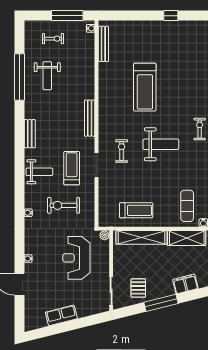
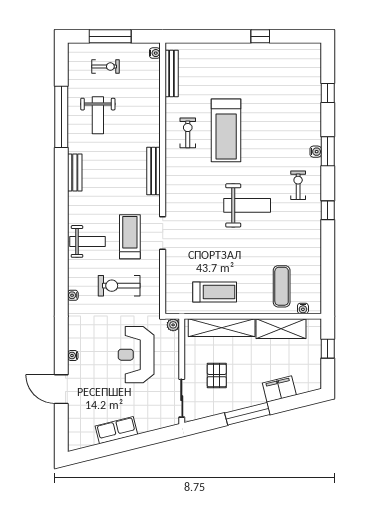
window: (67, 16) -> (110, 36), moved
bench: (30, 134) -> (75, 172), moved
exercise bike: (122, 151) -> (188, 133), moved
pallet: (138, 288) -> (217, 376), moved

